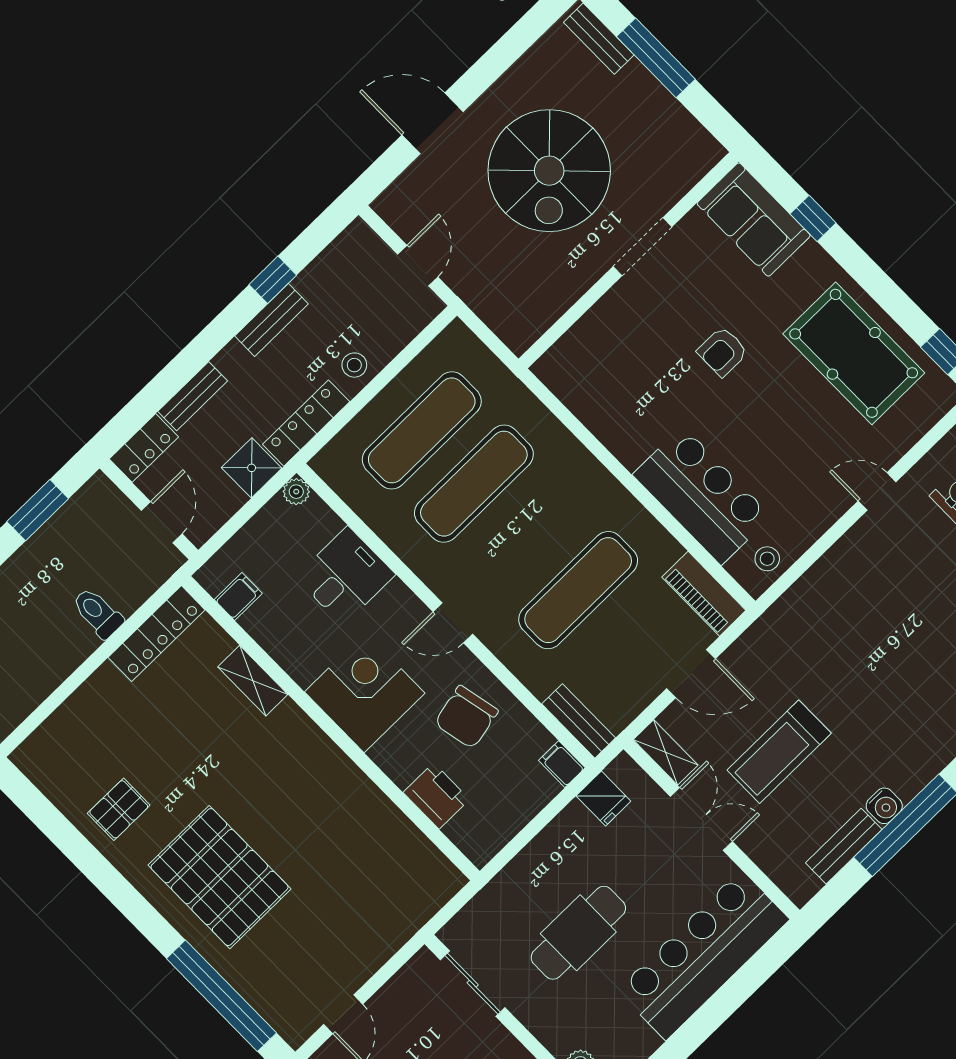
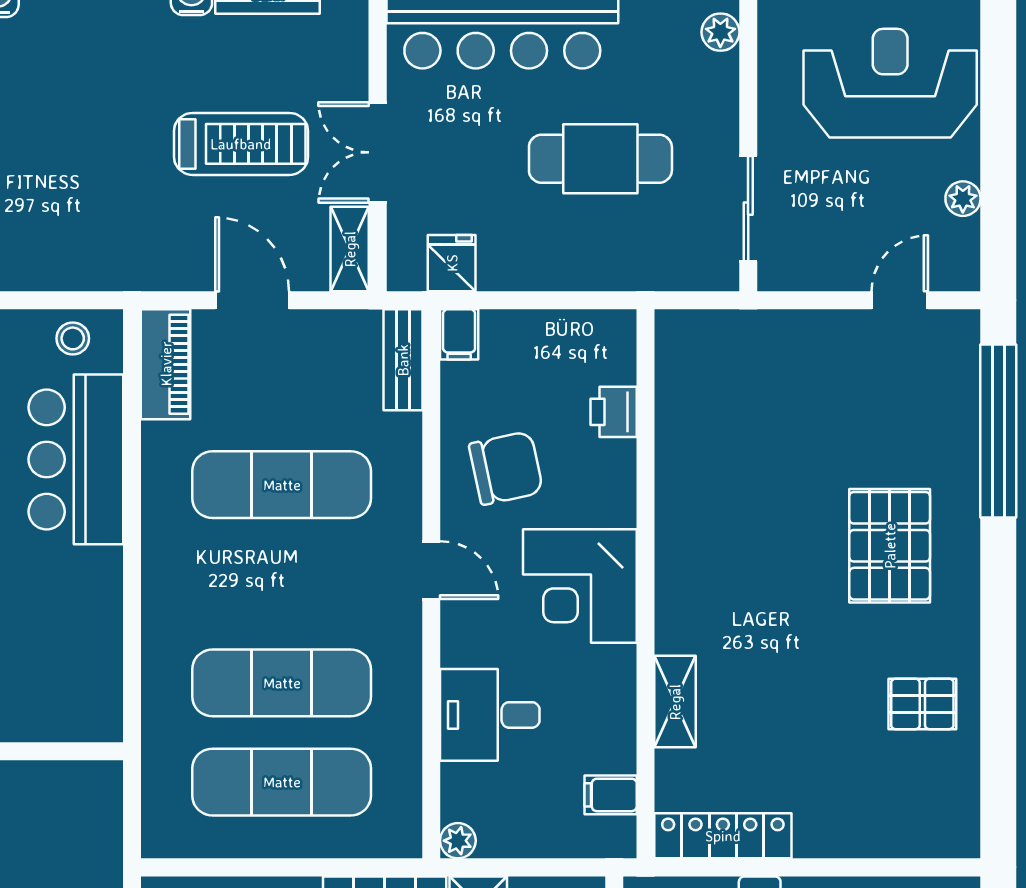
printer: (436, 796) -> (614, 412), width x0.73, depth x0.81
pallet: (219, 877) -> (890, 546), width x0.73, depth x0.71

